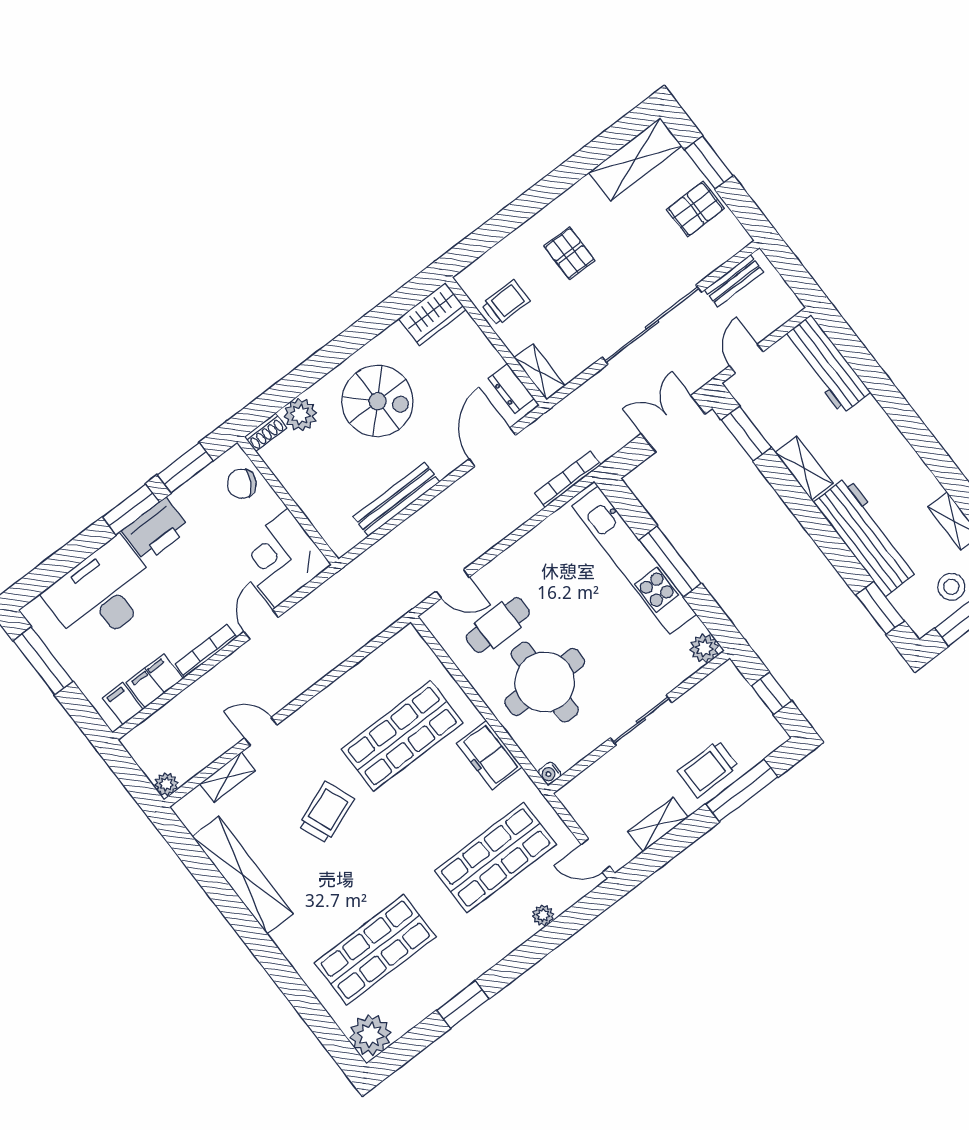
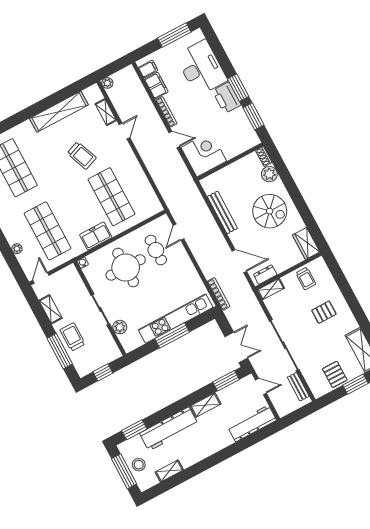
spiral stairs: (377, 401) -> (270, 211), turned -90
chair: (242, 484) -> (242, 141), removed
plant: (704, 648) -> (120, 327), moved

